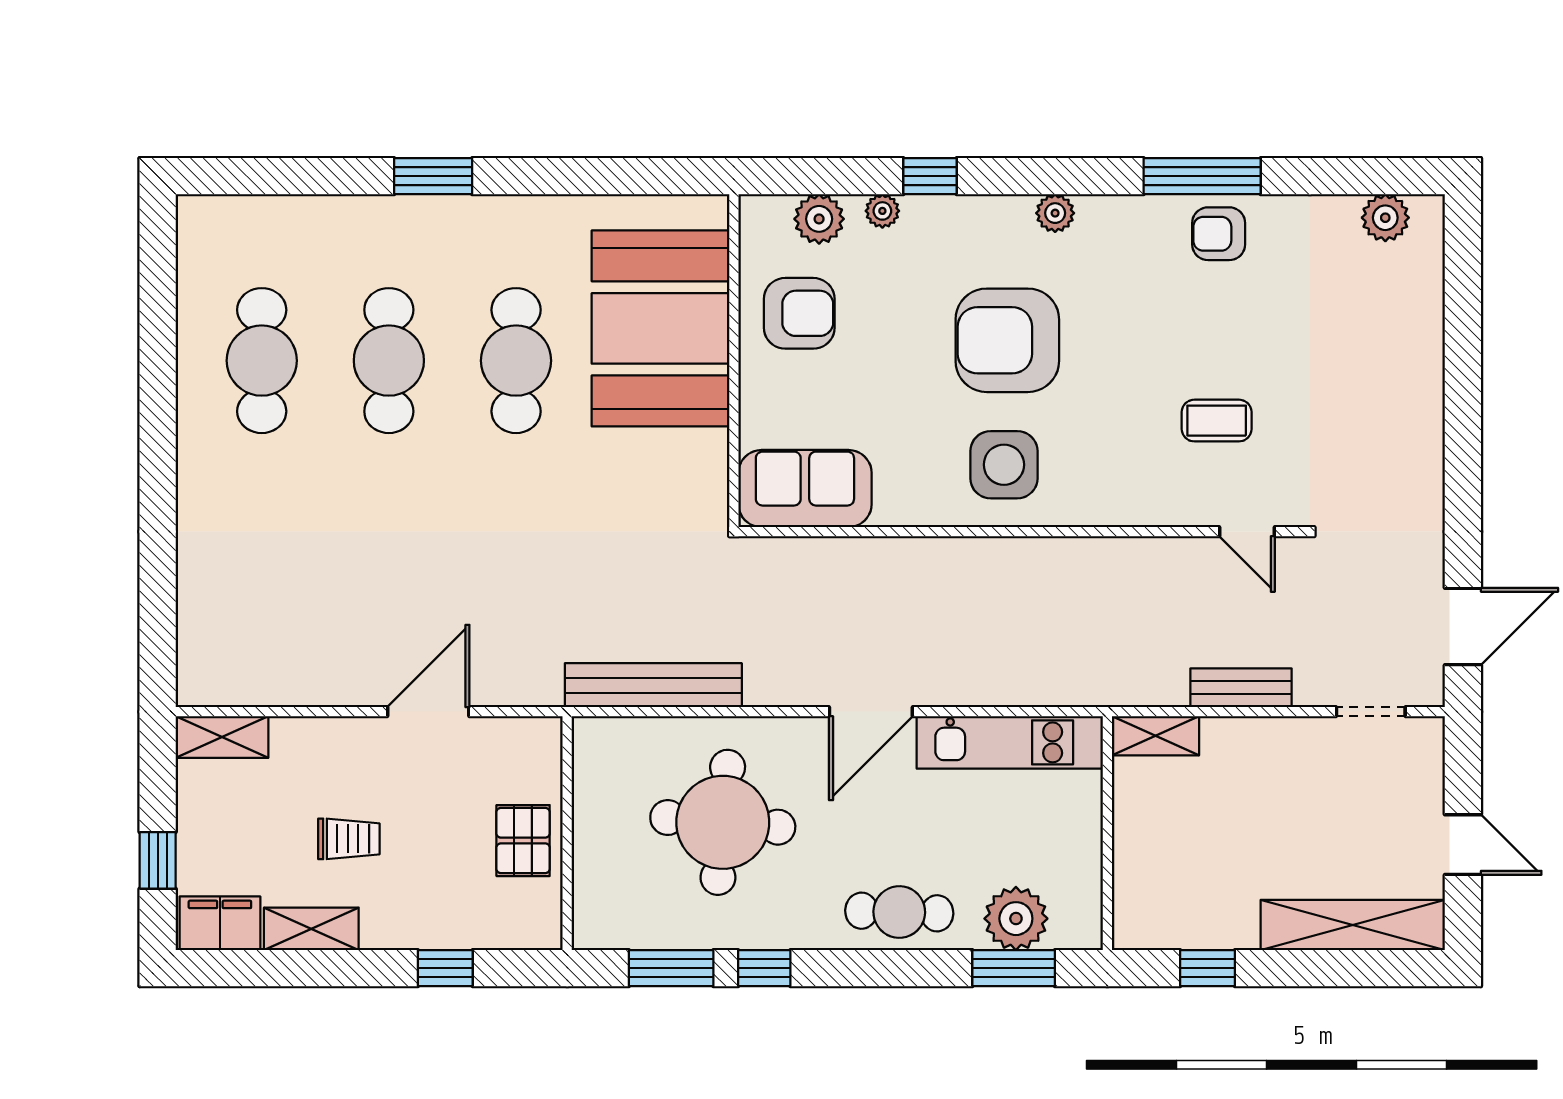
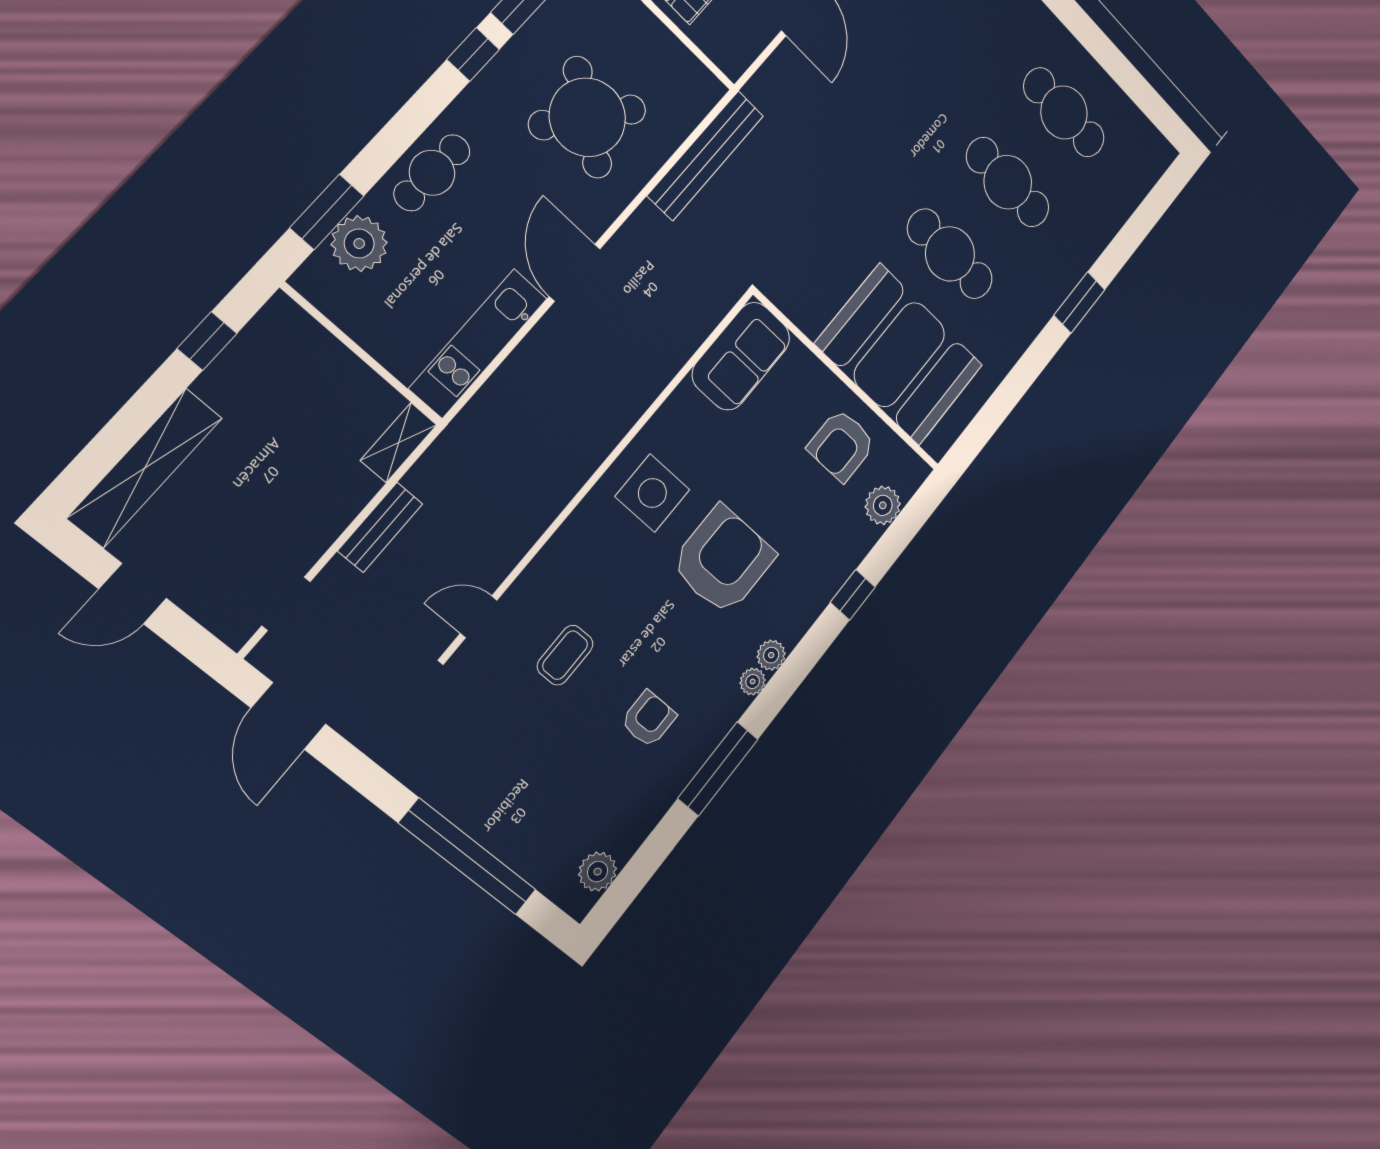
plant: (882, 211) -> (753, 682), moved
armchair: (1219, 234) -> (649, 719), moved
window: (1463, 357) -> (468, 857), added
round table: (723, 822) -> (587, 117), turned 31

